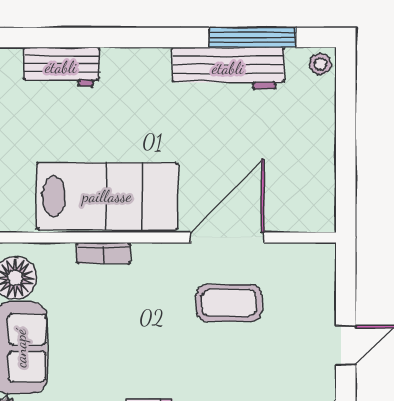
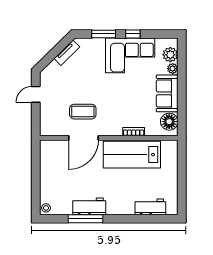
window: (252, 37) -> (86, 219), moved
workbench: (228, 68) -> (89, 206), width x0.73

